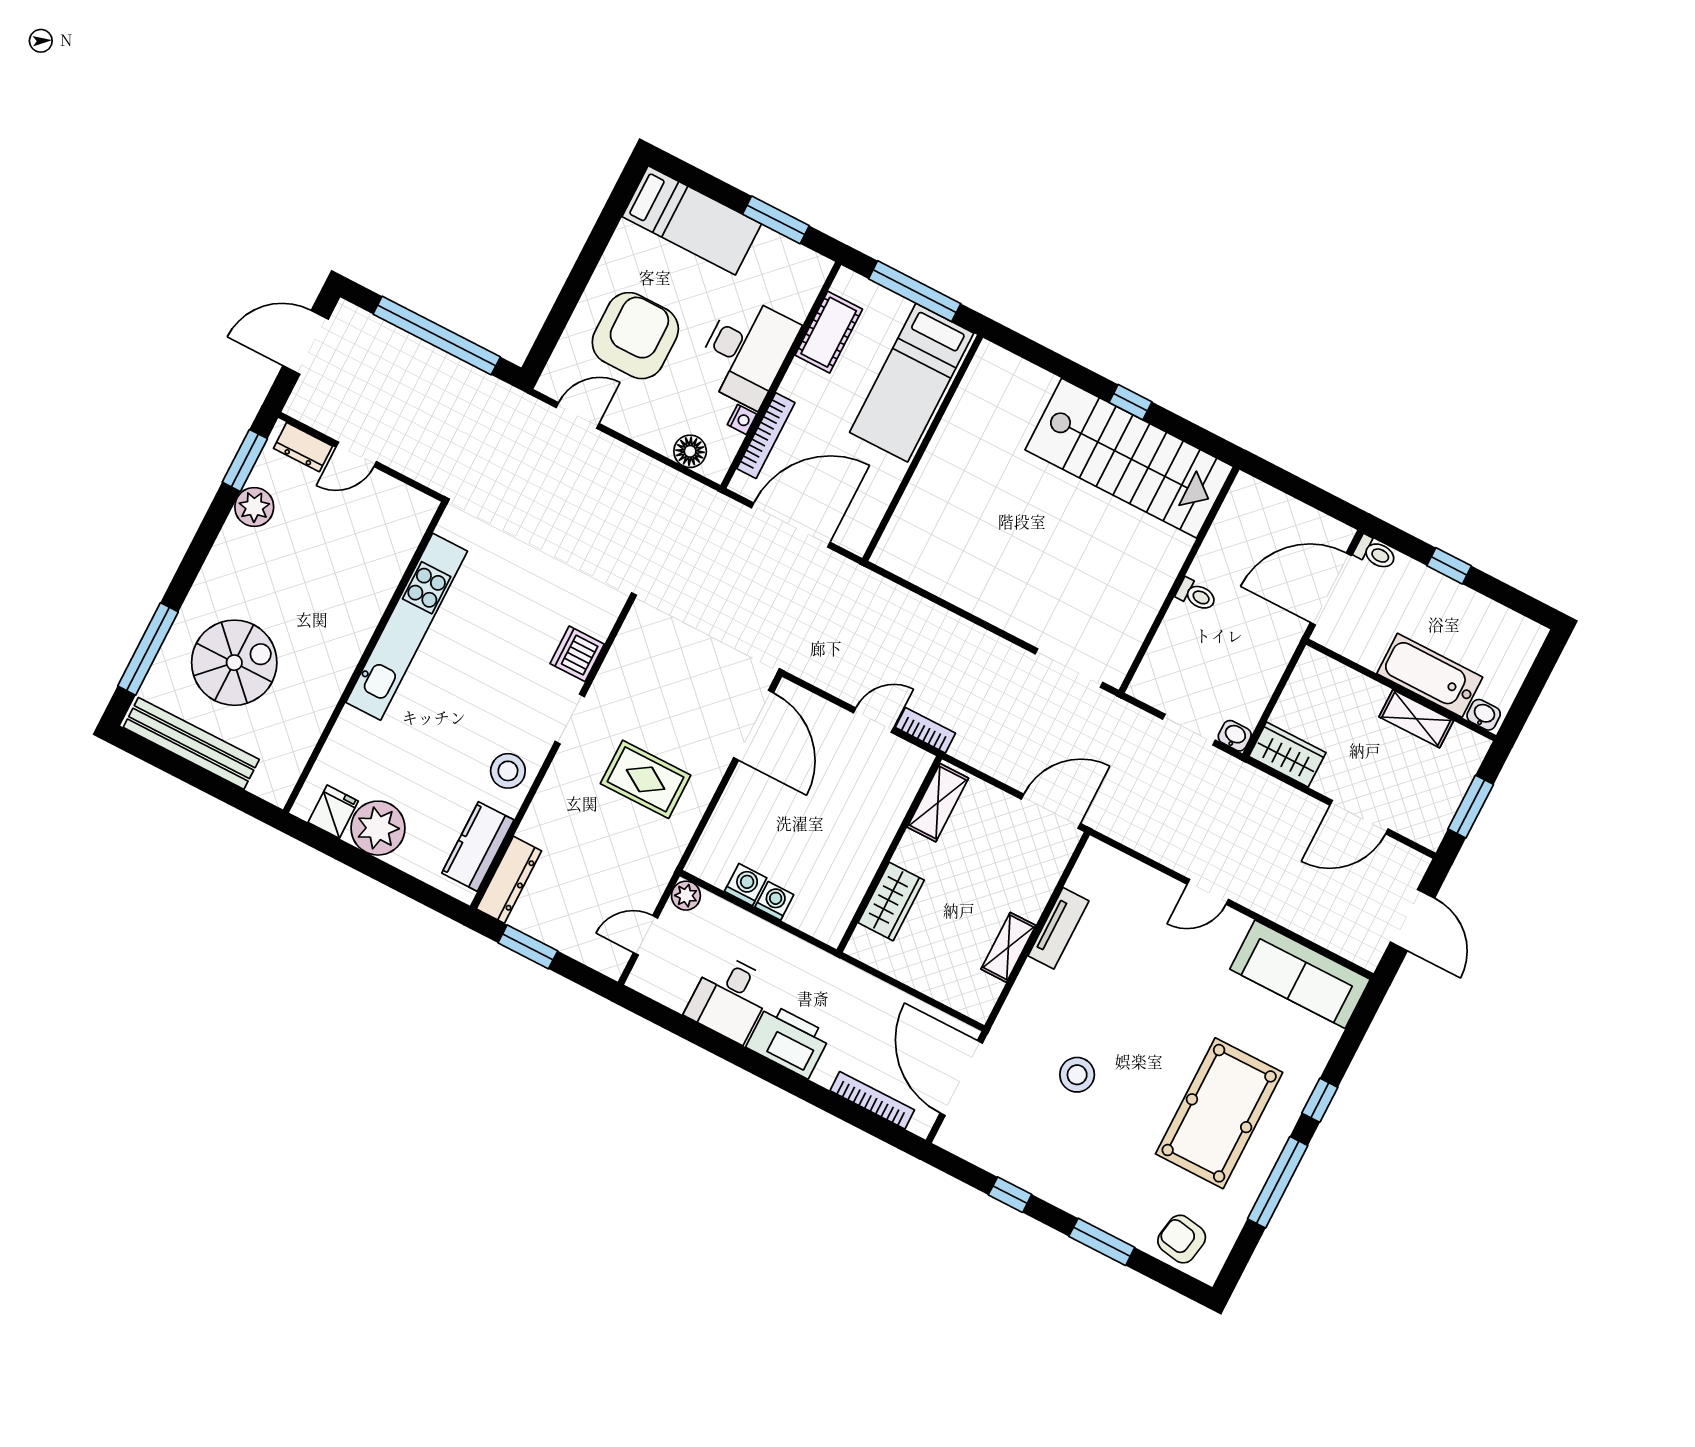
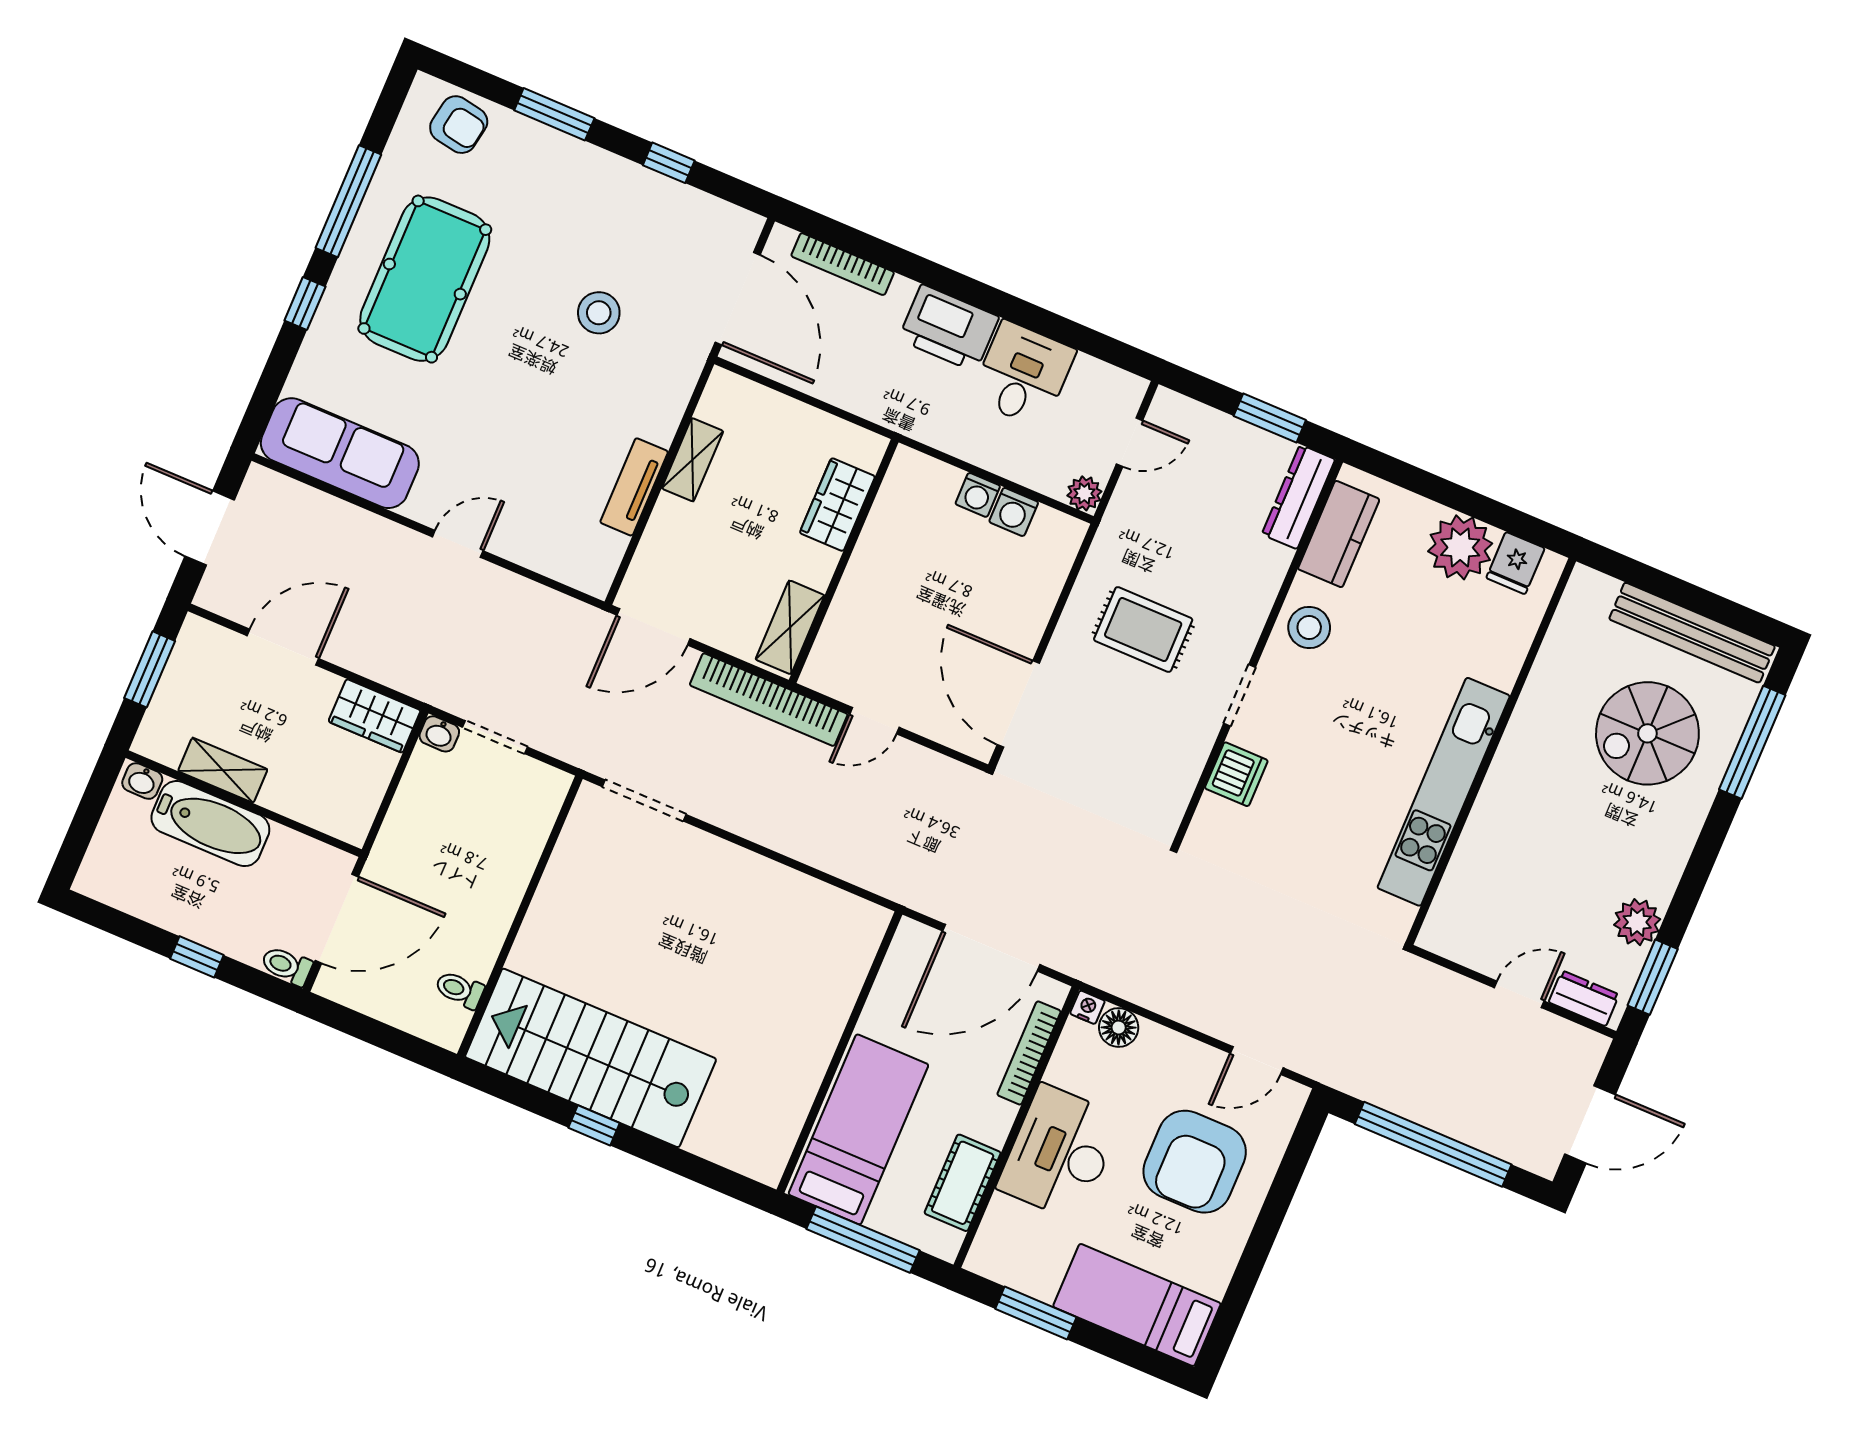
nightstand: (742, 419) -> (1087, 1007), moved, turned 90
toilet: (1196, 595) -> (460, 990), moved
bookcase: (925, 730) -> (769, 700), width x2.31, depth x1.31

